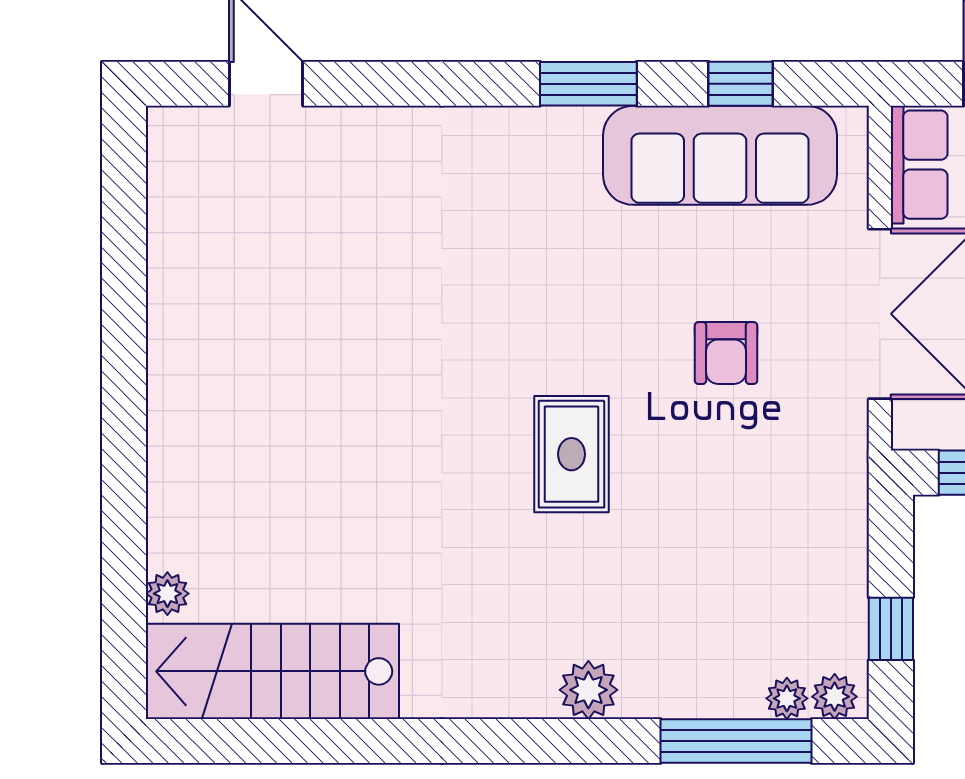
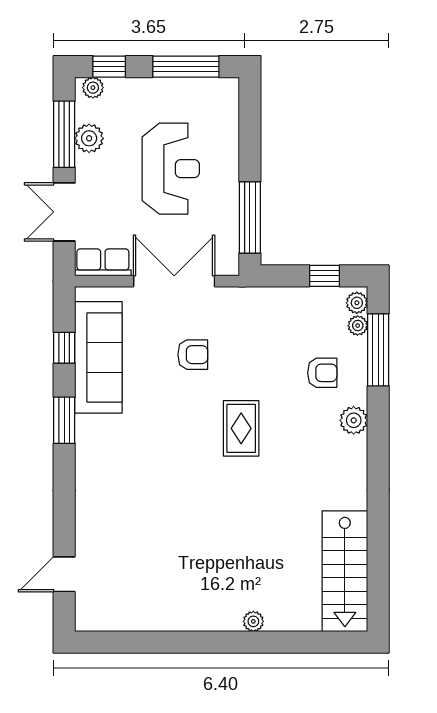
rug: (572, 454) -> (241, 428), turned 90
plant: (167, 594) -> (253, 621), moved
armchair: (688, 624) -> (322, 373), added

